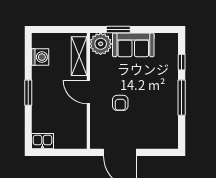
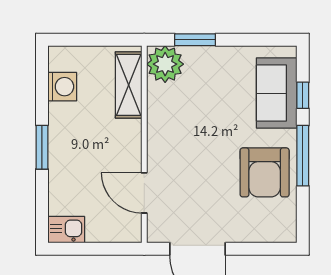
sofa: (133, 45) -> (277, 93), moved, turned 90
door: (88, 92) -> (144, 193), moved
armchair: (120, 103) -> (265, 172), moved, width x1.88, depth x1.88

